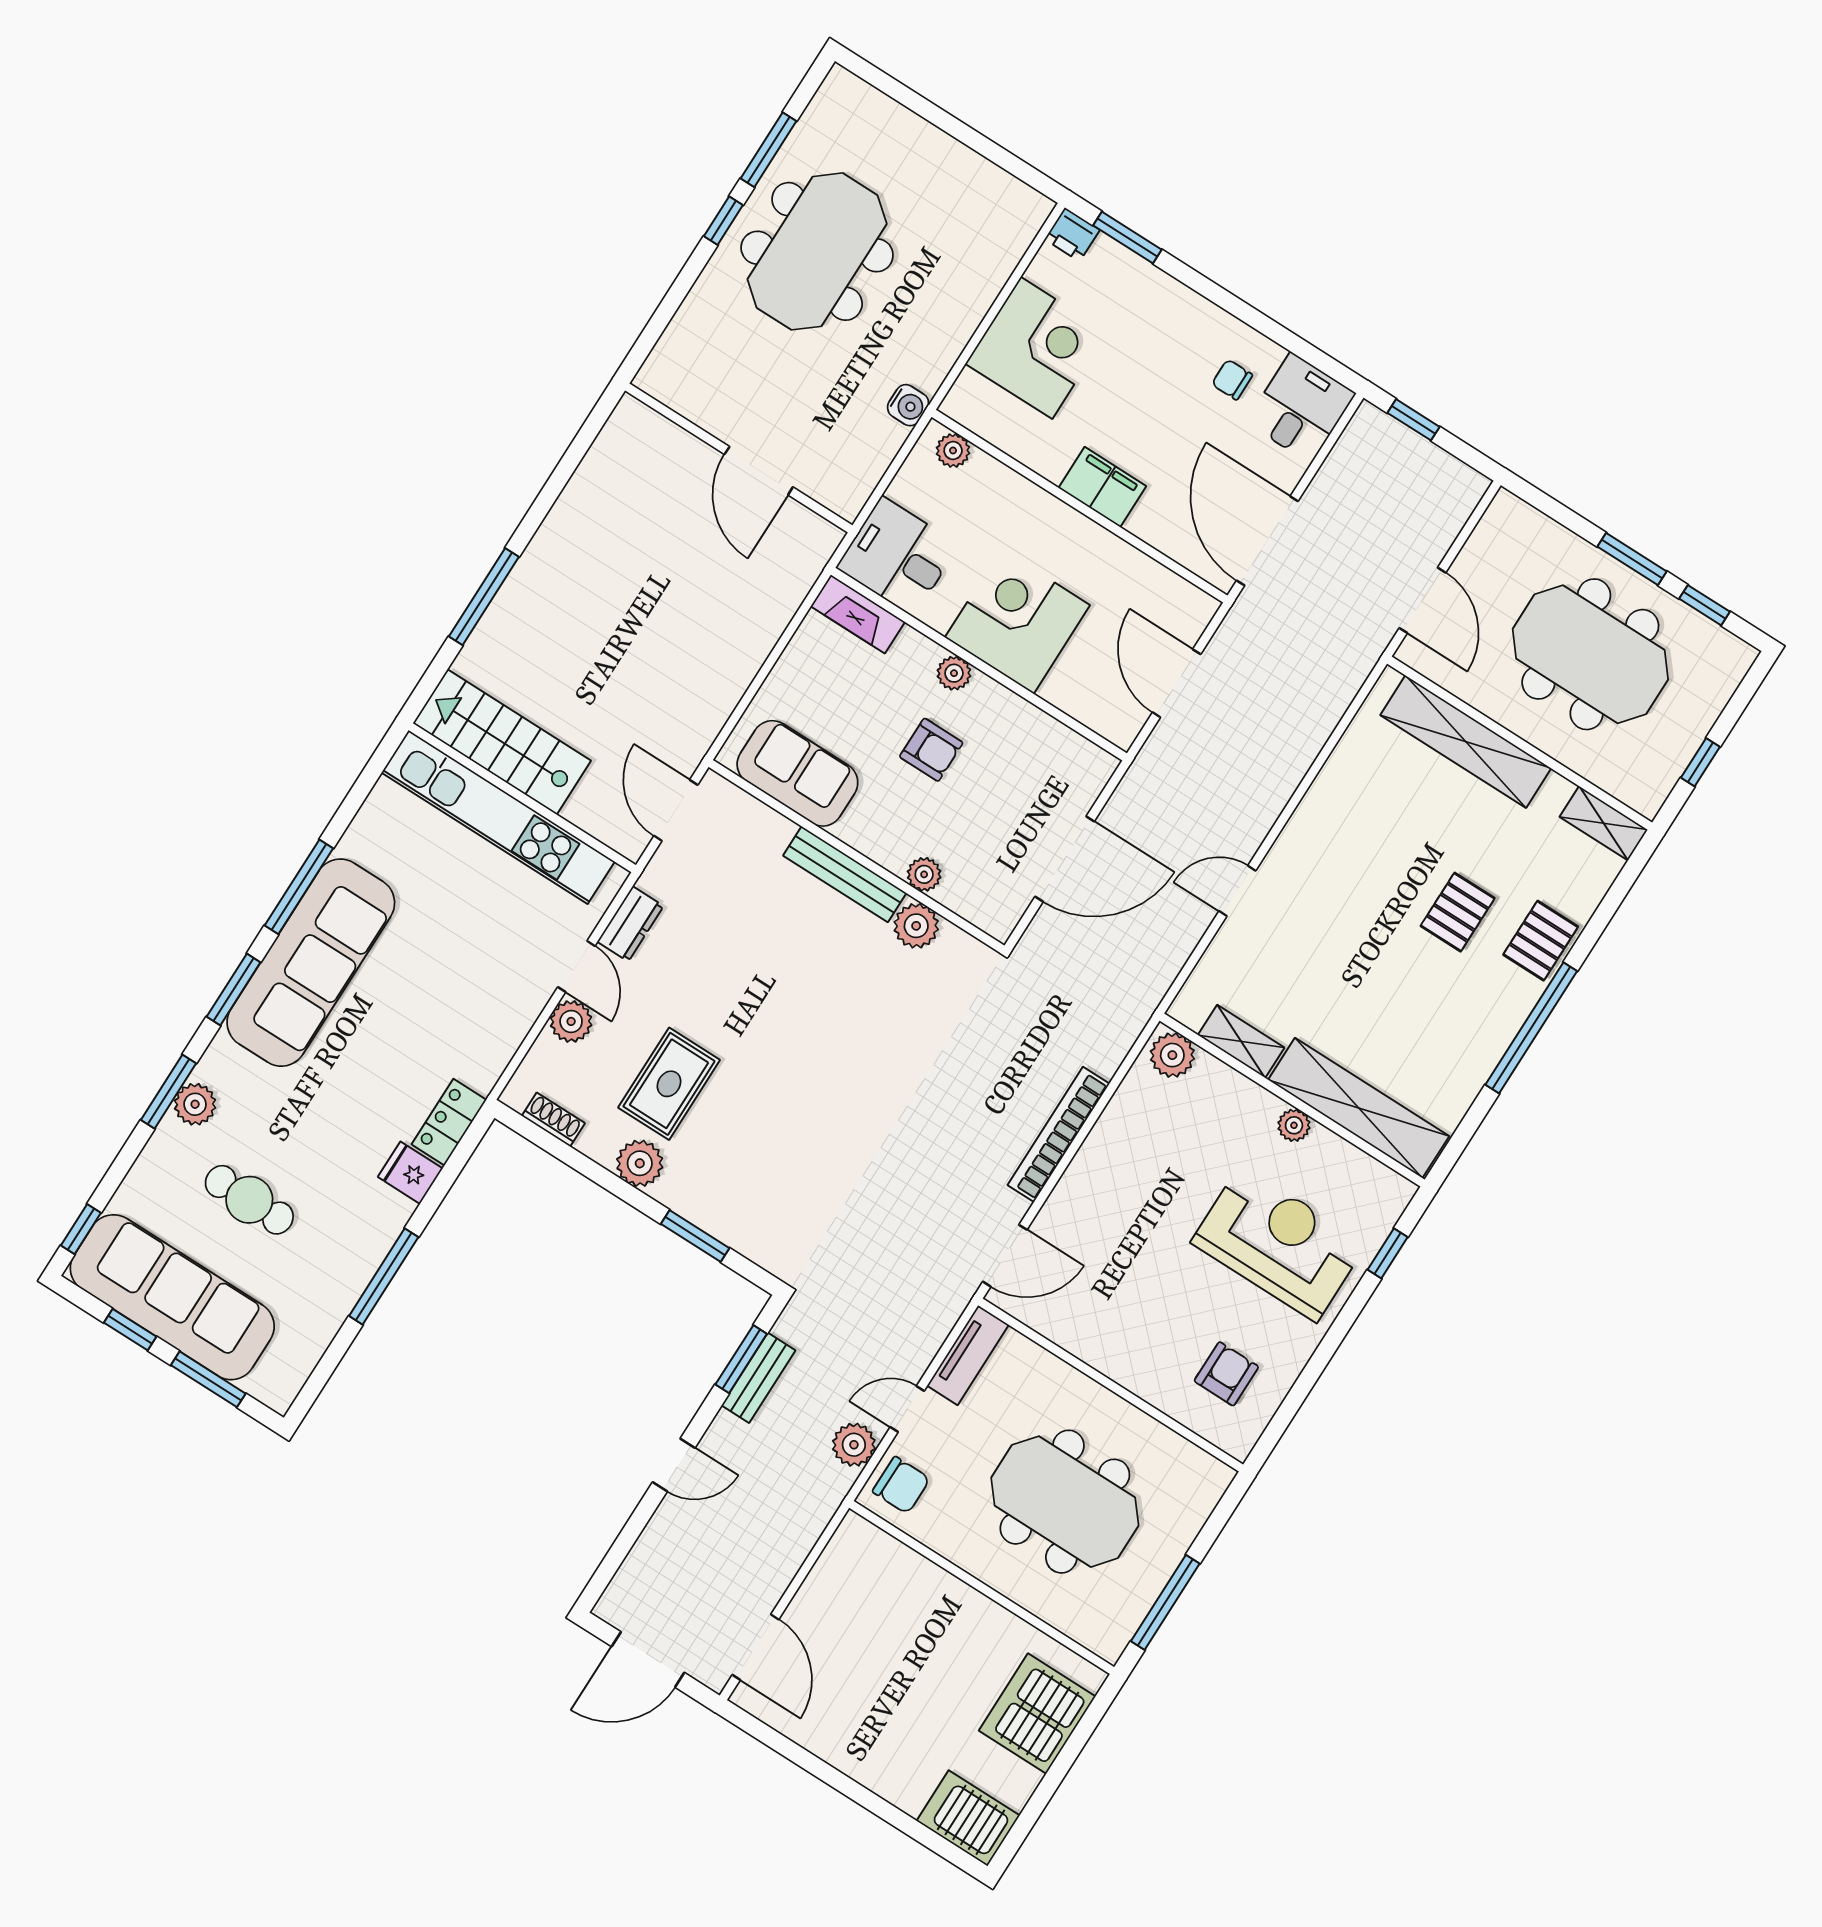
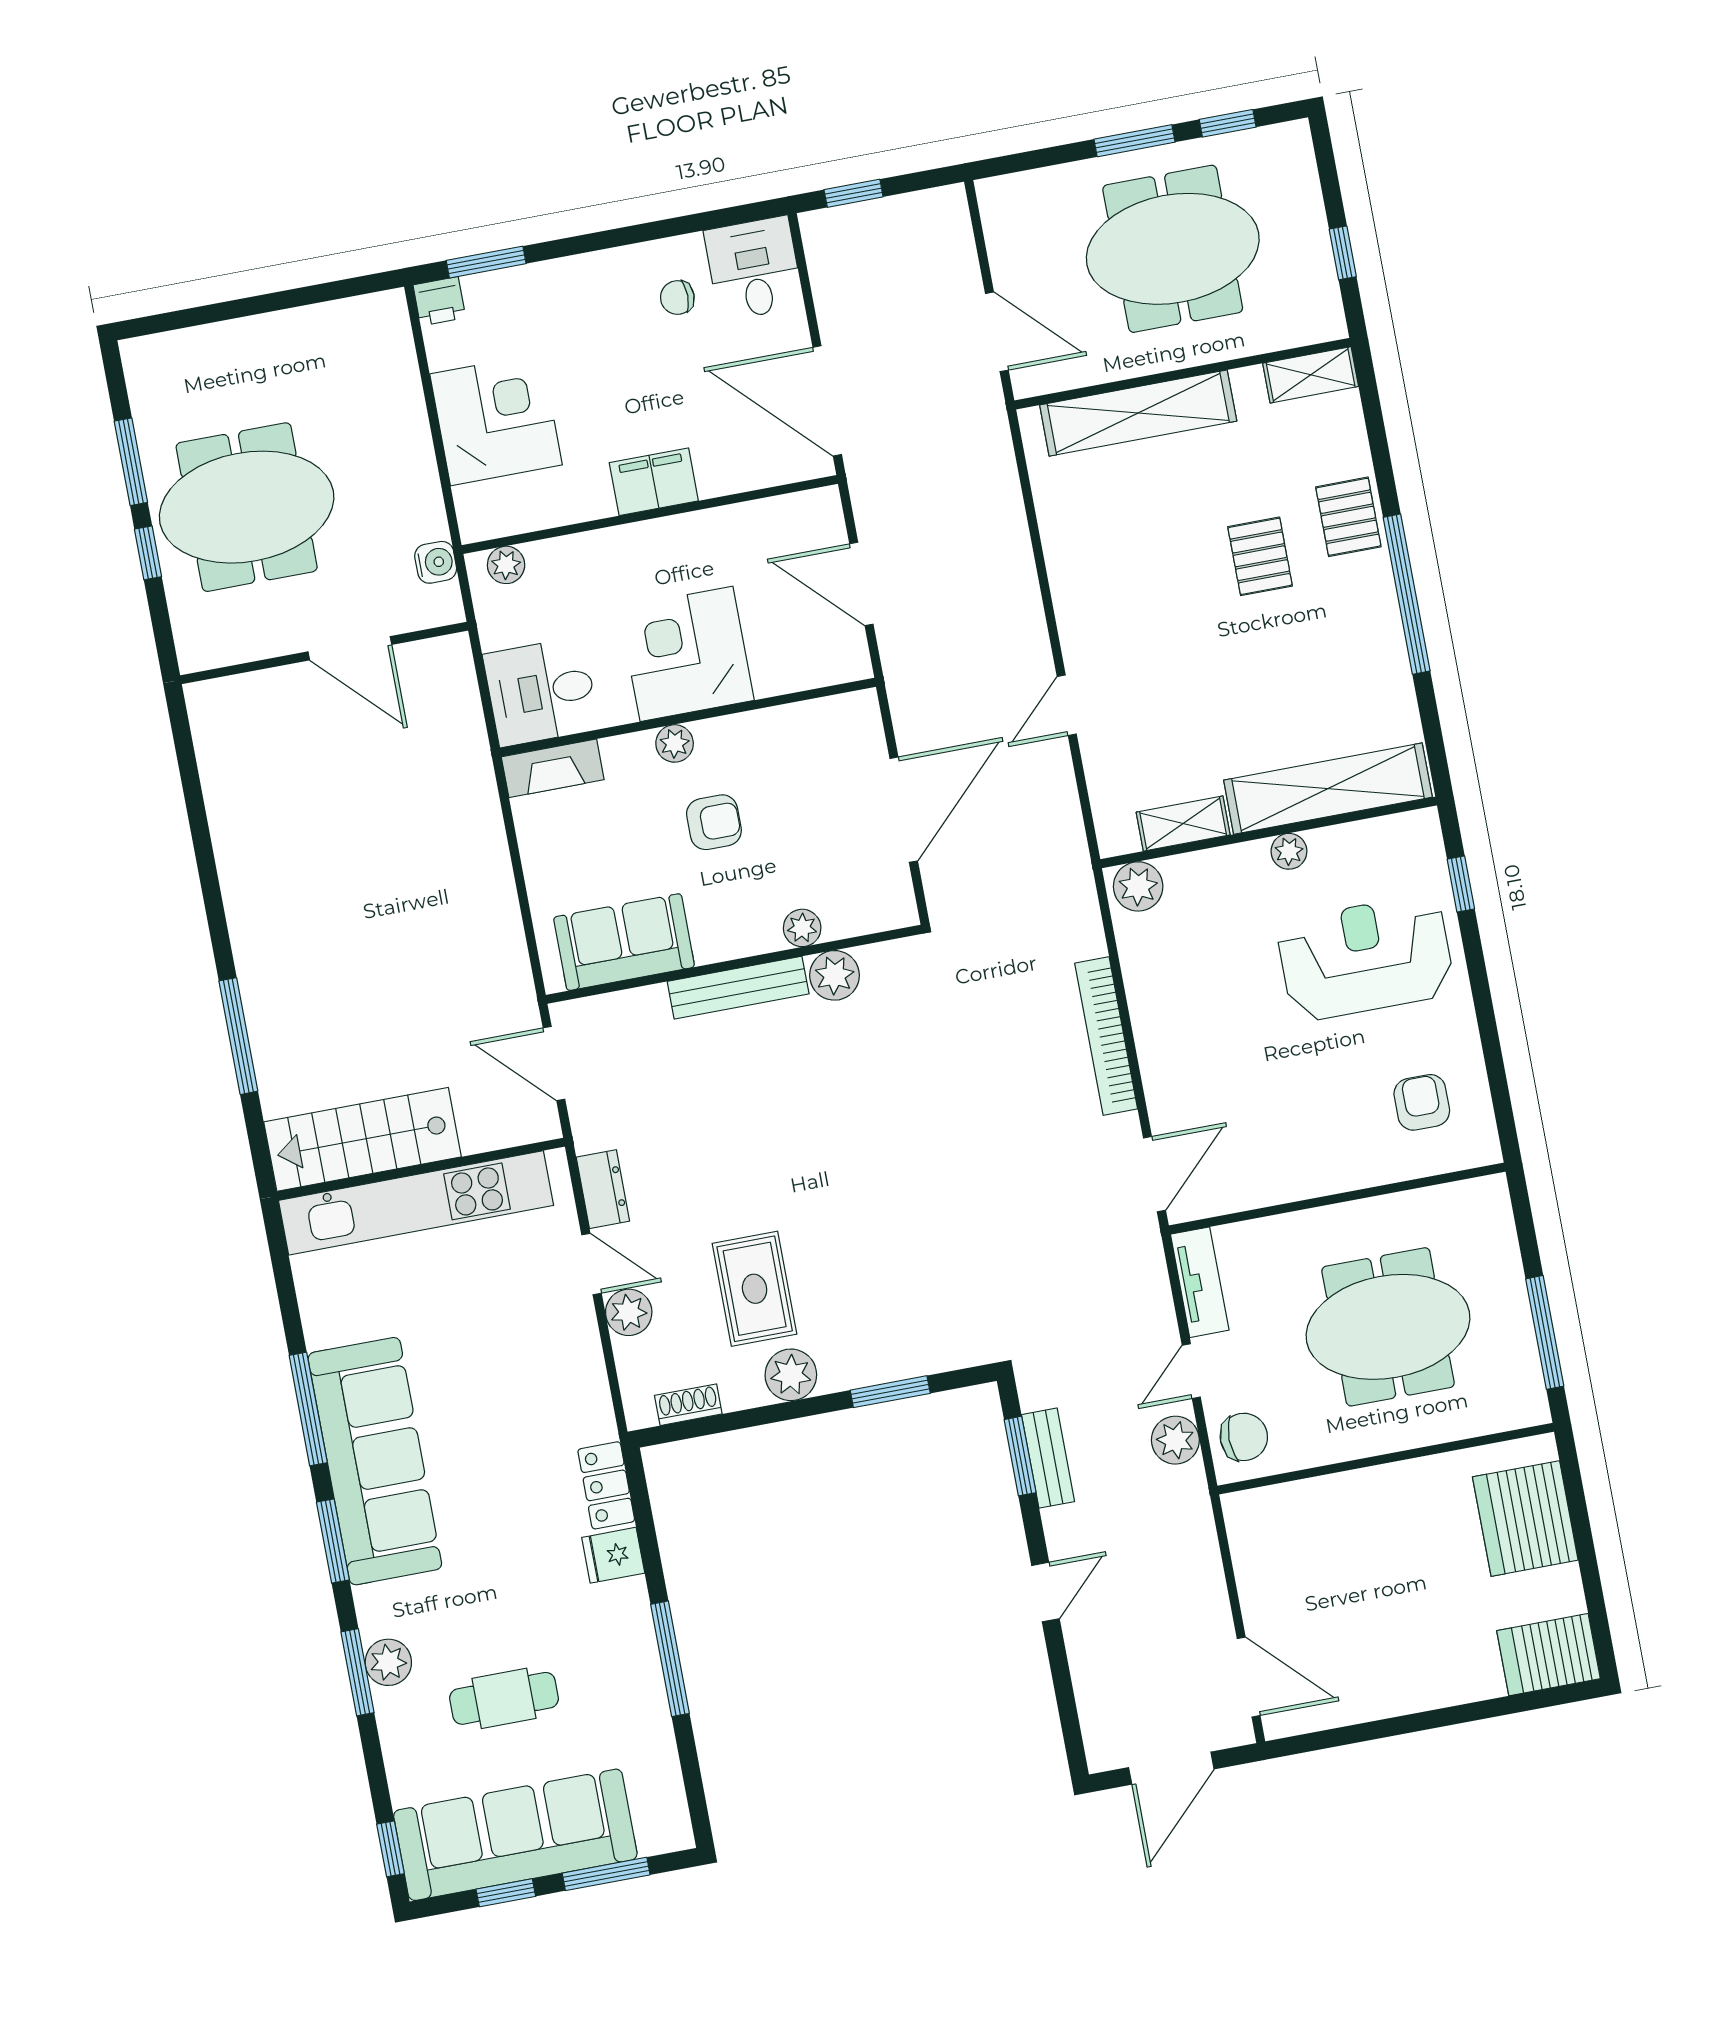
meeting table: (817, 251) -> (247, 507), turned 90
wall: (739, 458) -> (324, 653), moved
door: (759, 471) -> (350, 648), moved

